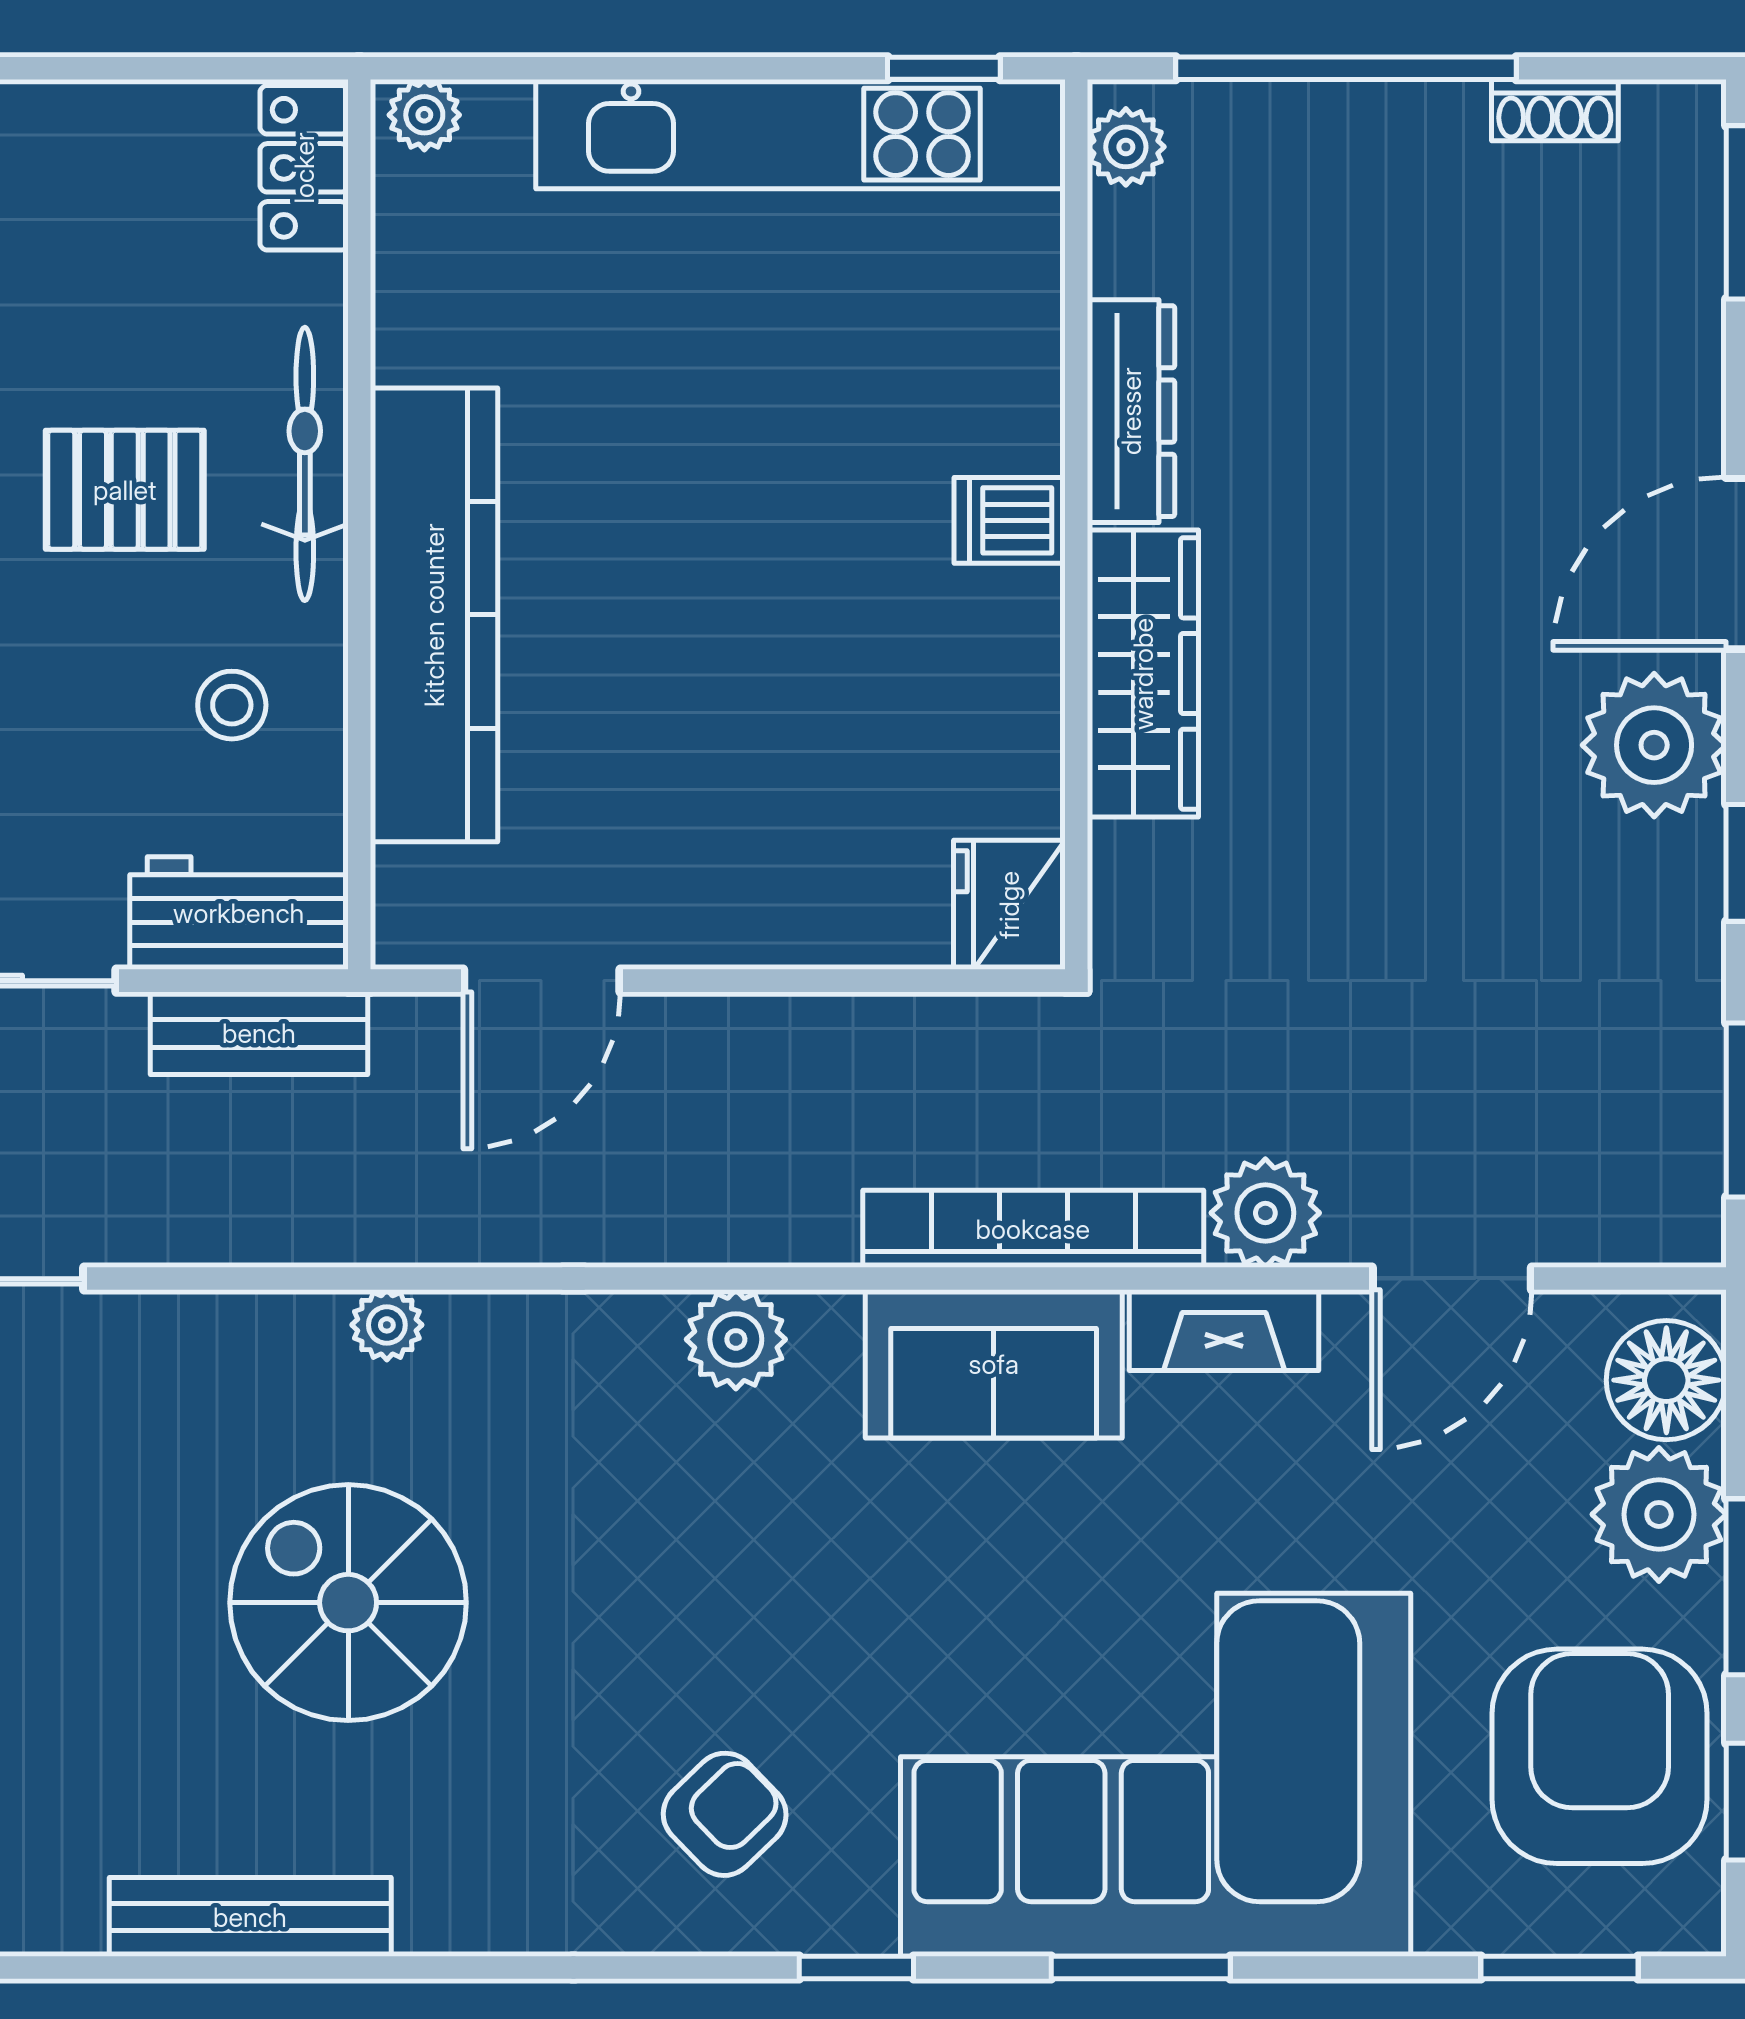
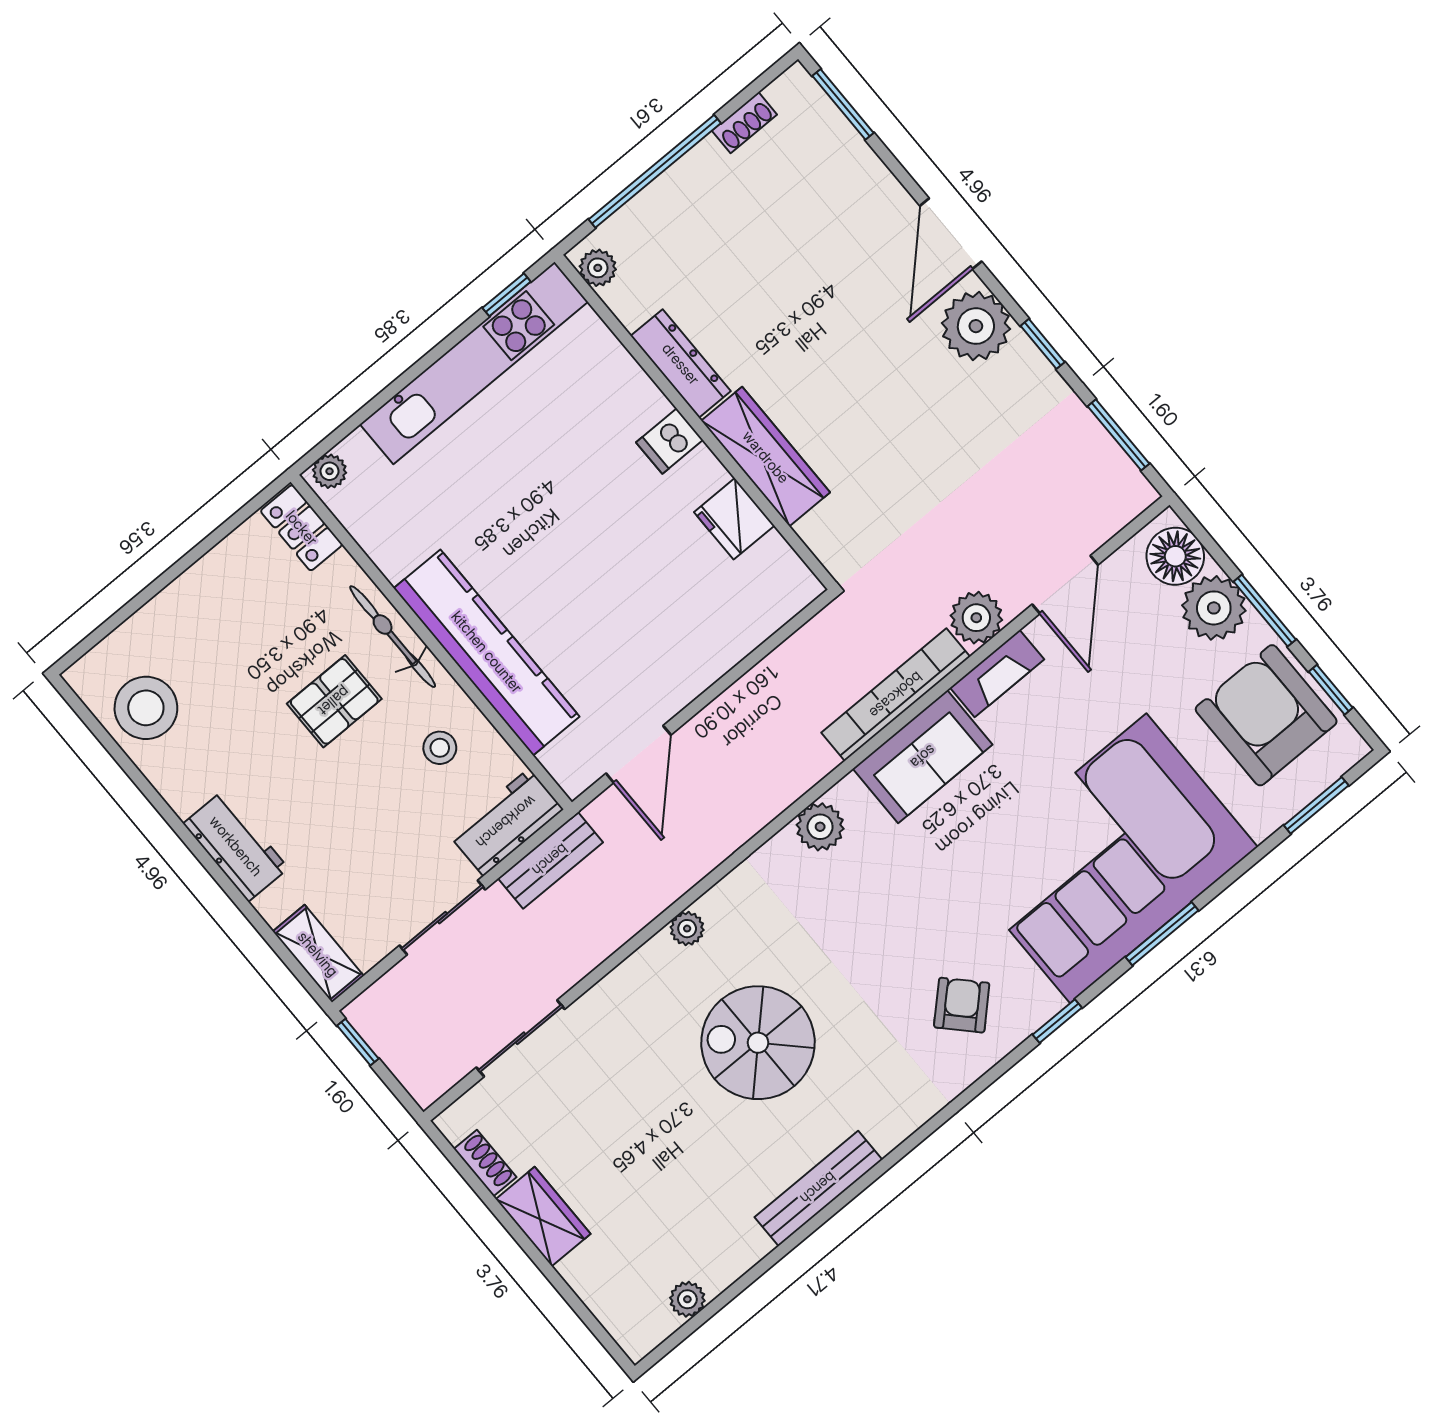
fridge: (1009, 905) -> (734, 519), moved

